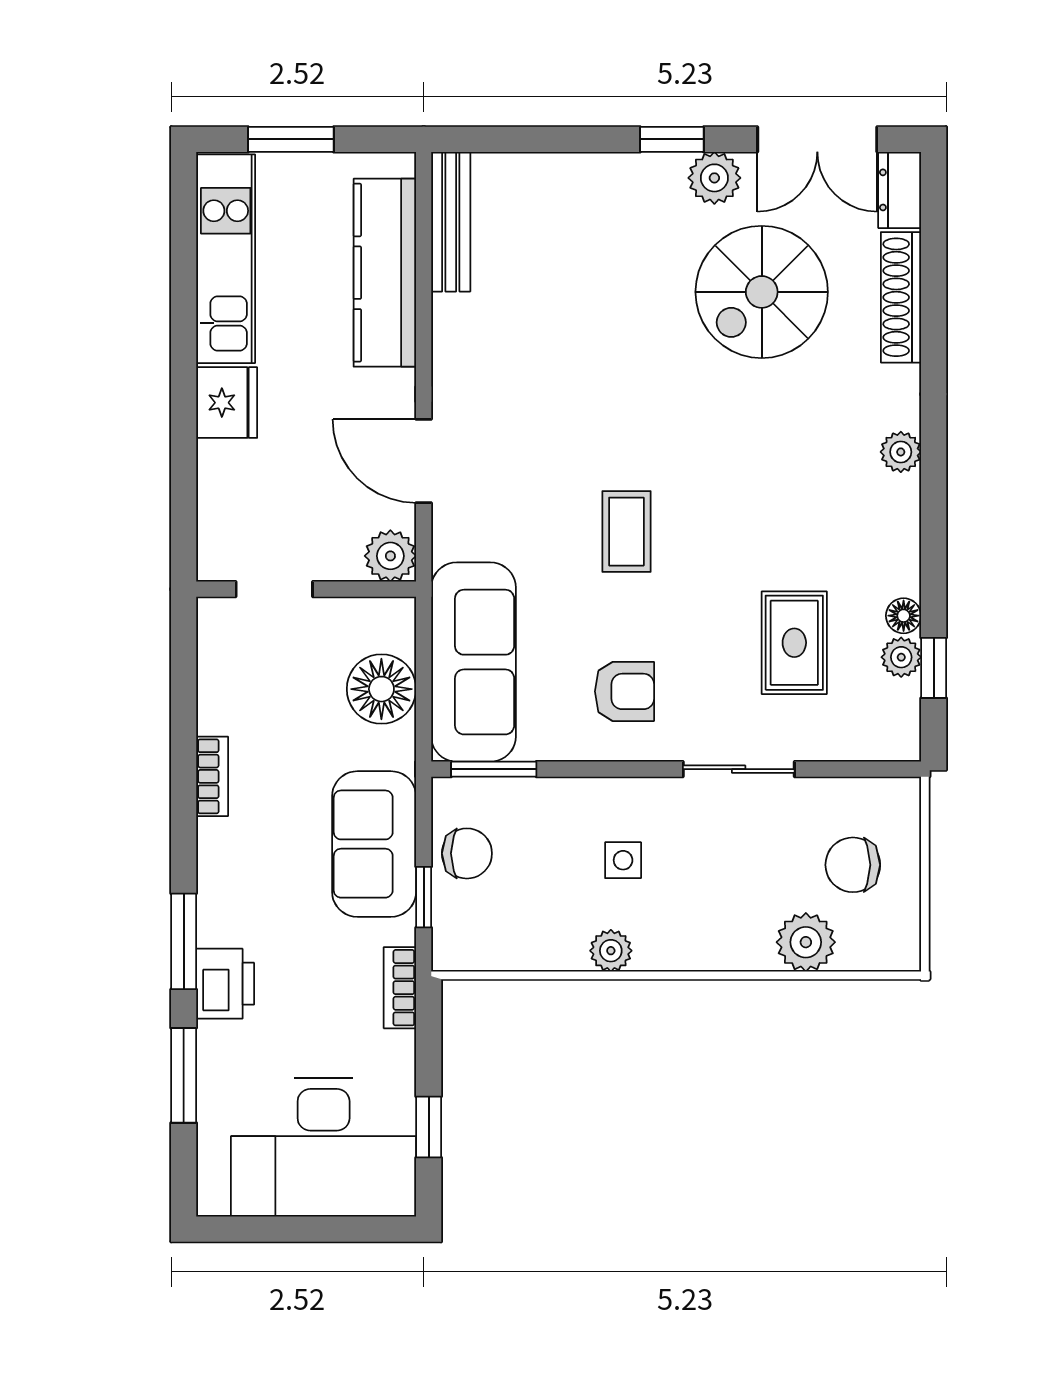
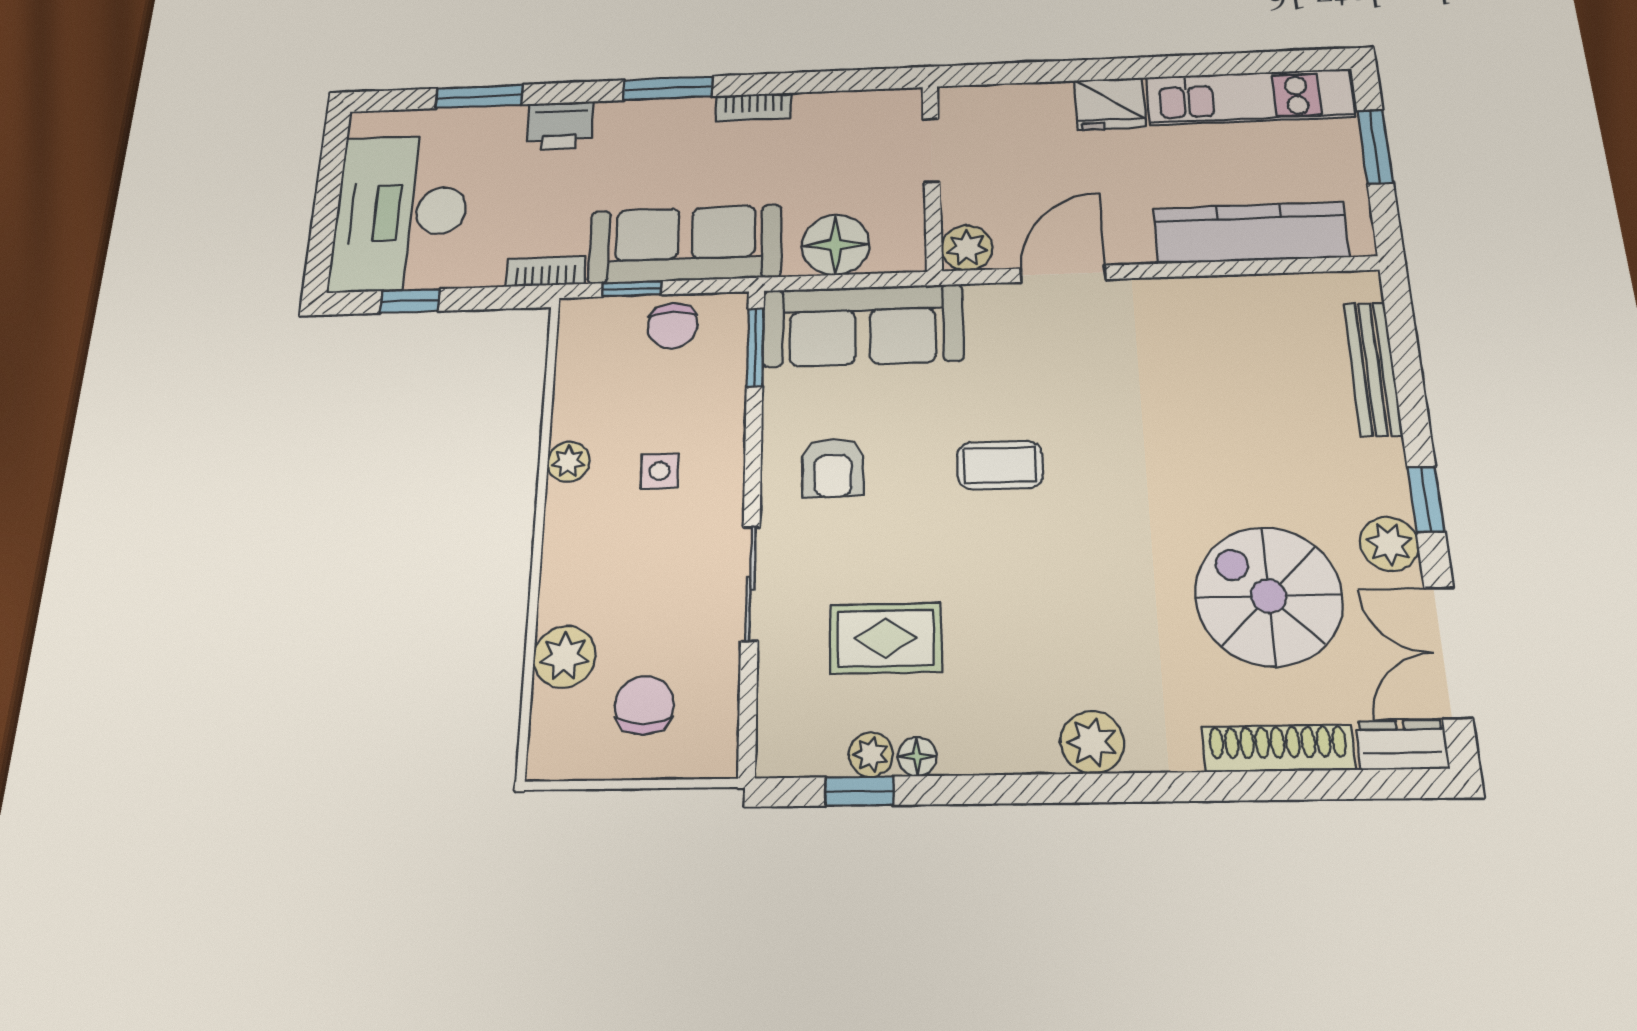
bench: (451, 222) -> (1373, 369), moved, turned 90
plant: (901, 452) -> (1092, 742), width x1.38, depth x1.38
sofa: (374, 844) -> (685, 244), width x1.36
window: (184, 941) -> (668, 88), moved

